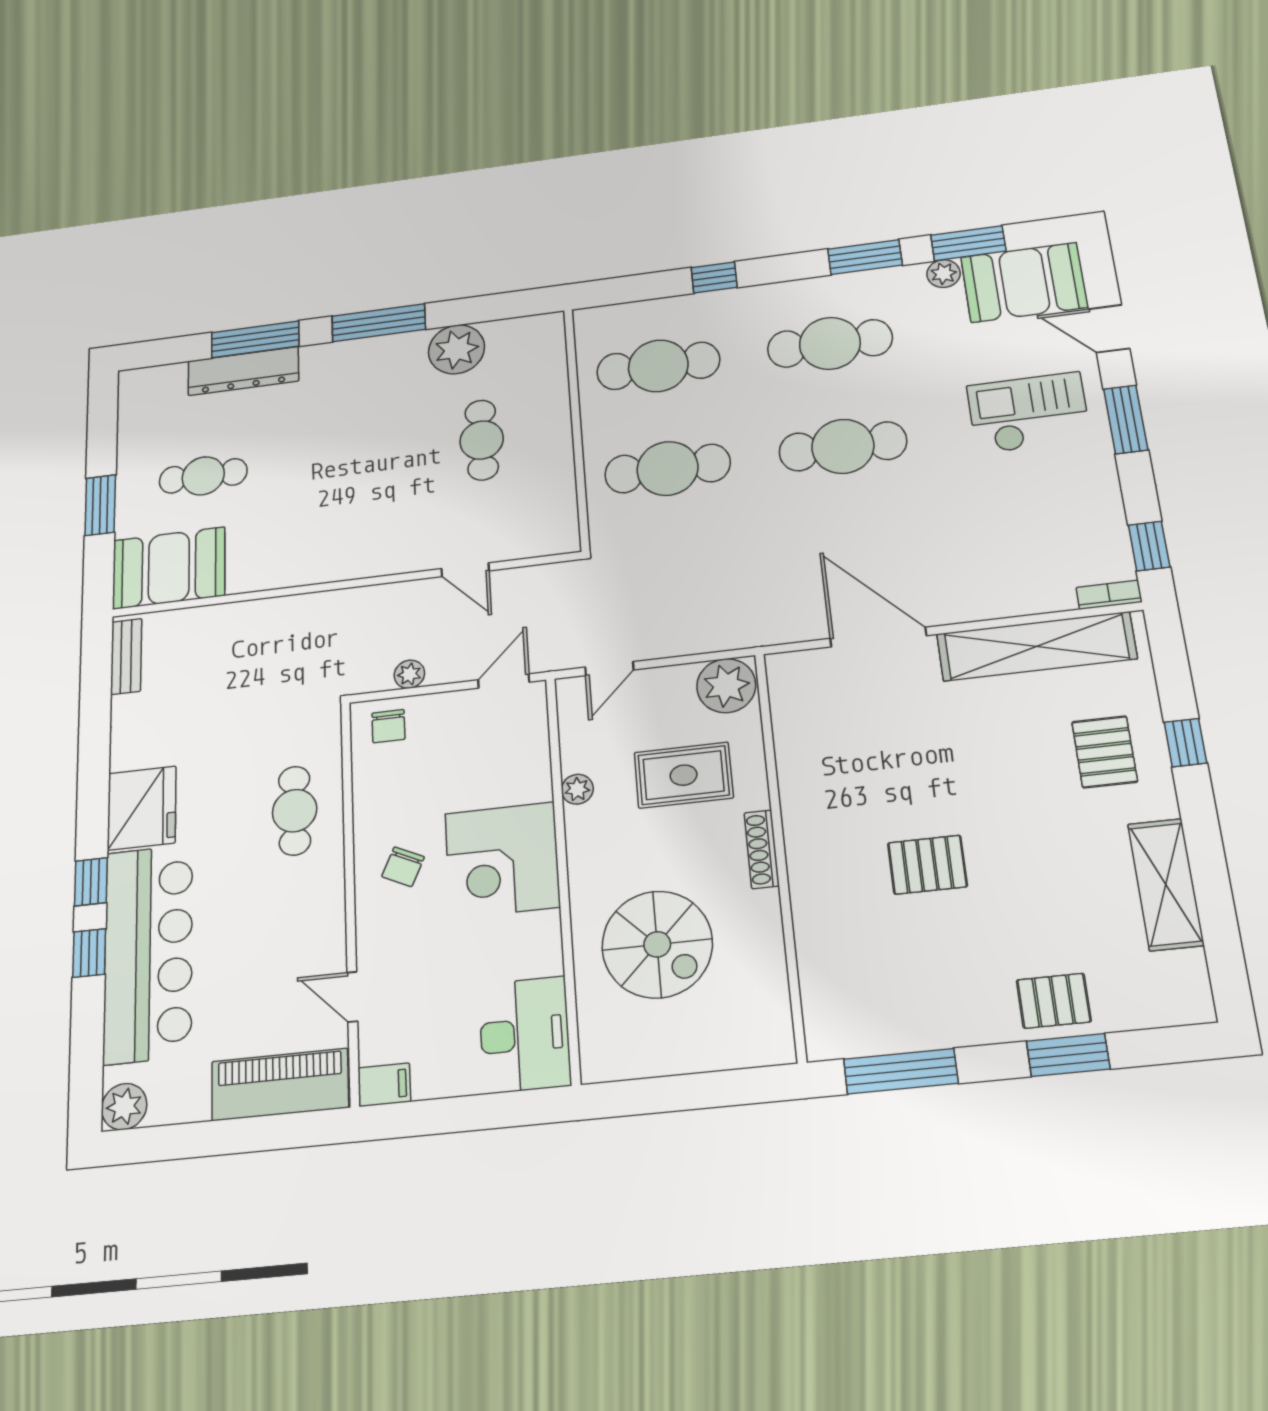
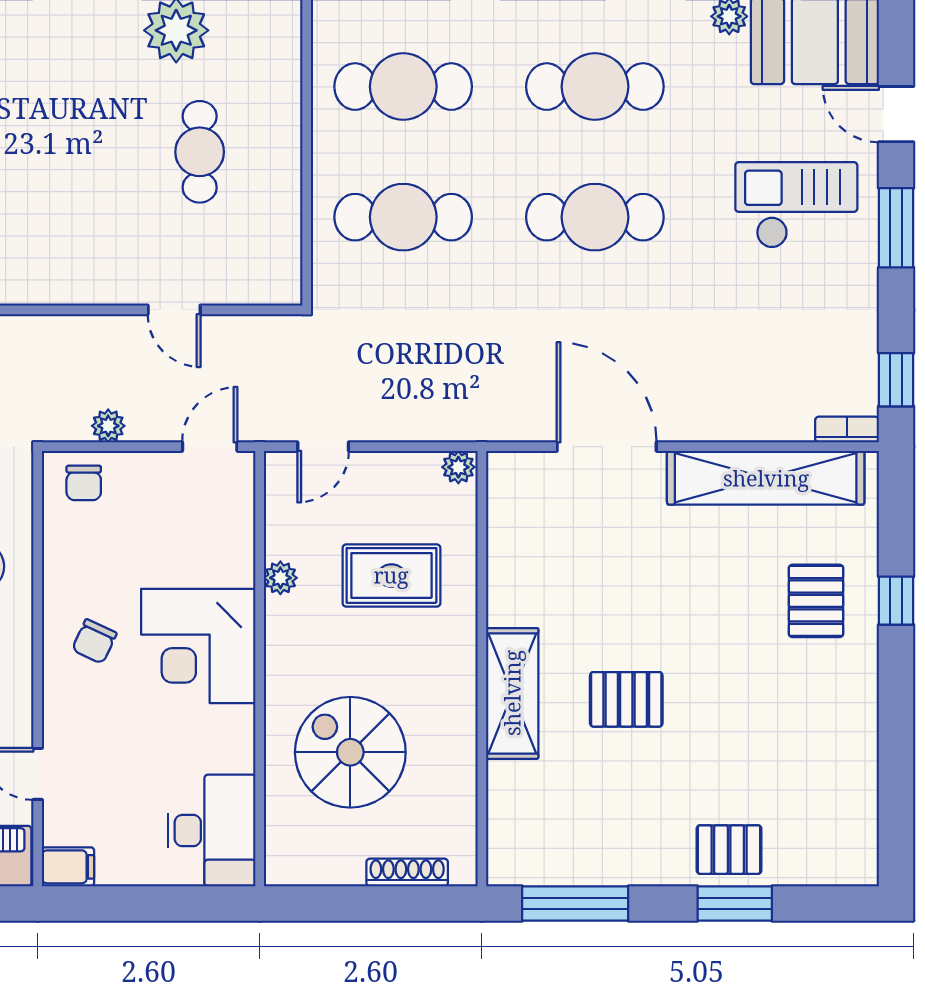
plant: (726, 686) -> (458, 467), width x0.53, depth x0.53
shoe rack: (762, 849) -> (407, 873), moved, turned 90
shelving: (1166, 884) -> (512, 693), moved
spiral stairs: (657, 944) -> (350, 752), turned 180

